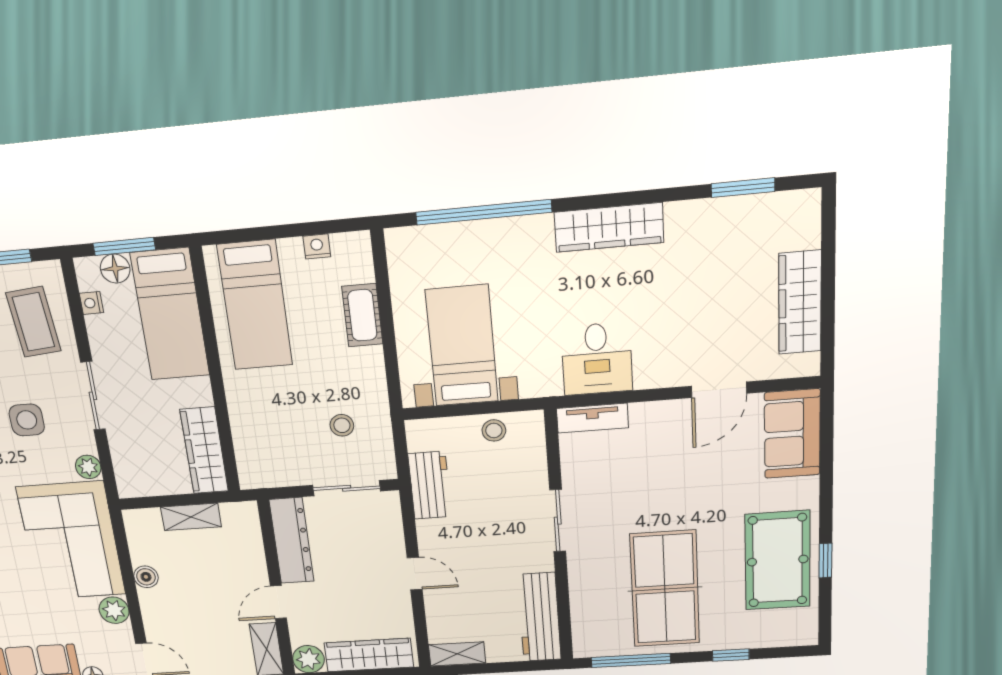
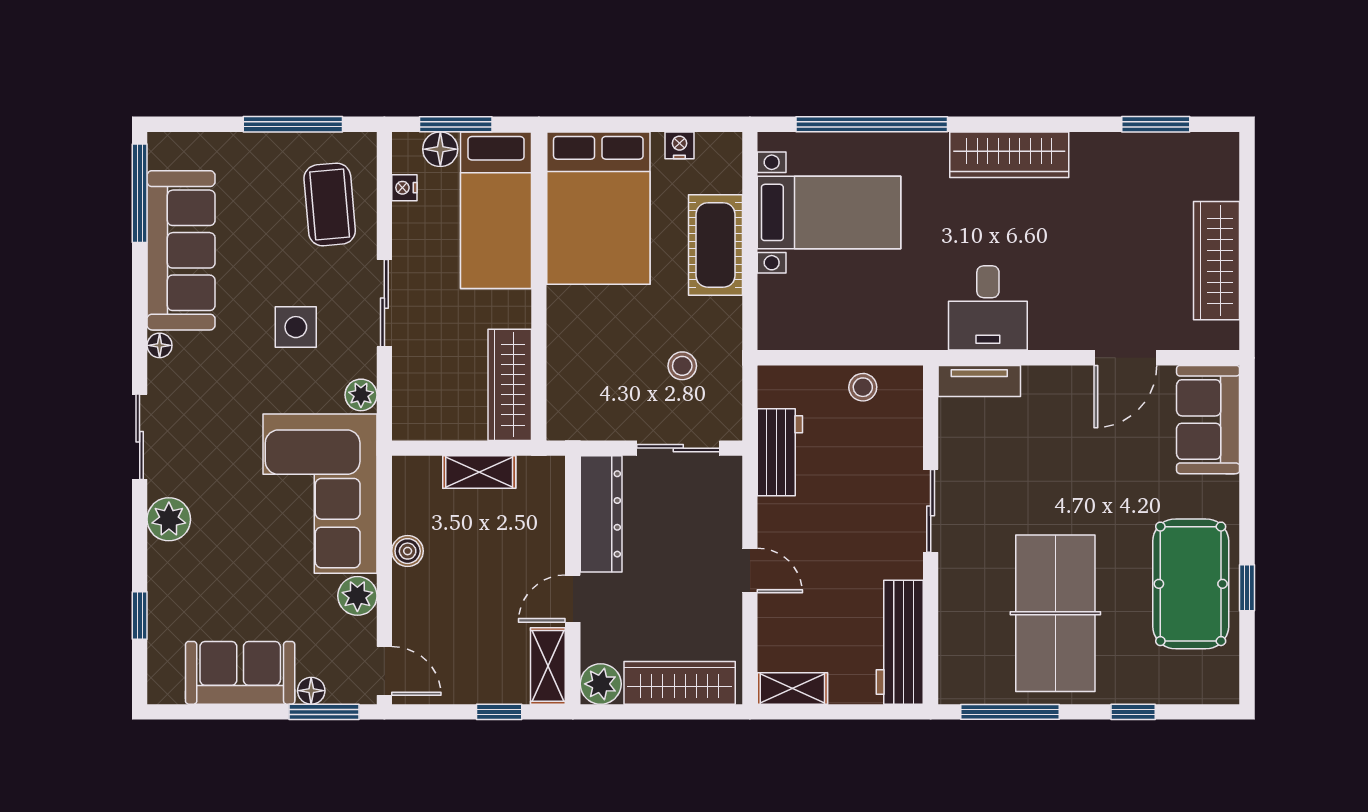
bed: (255, 305) -> (598, 208), width x1.50
cot: (362, 315) -> (715, 245), width x1.37, depth x1.34
bed with nightstands: (462, 346) -> (829, 212), moved, turned 90

